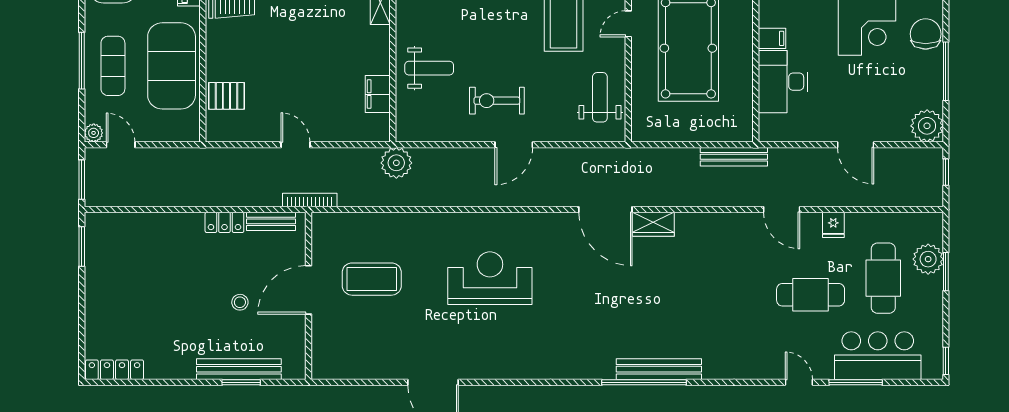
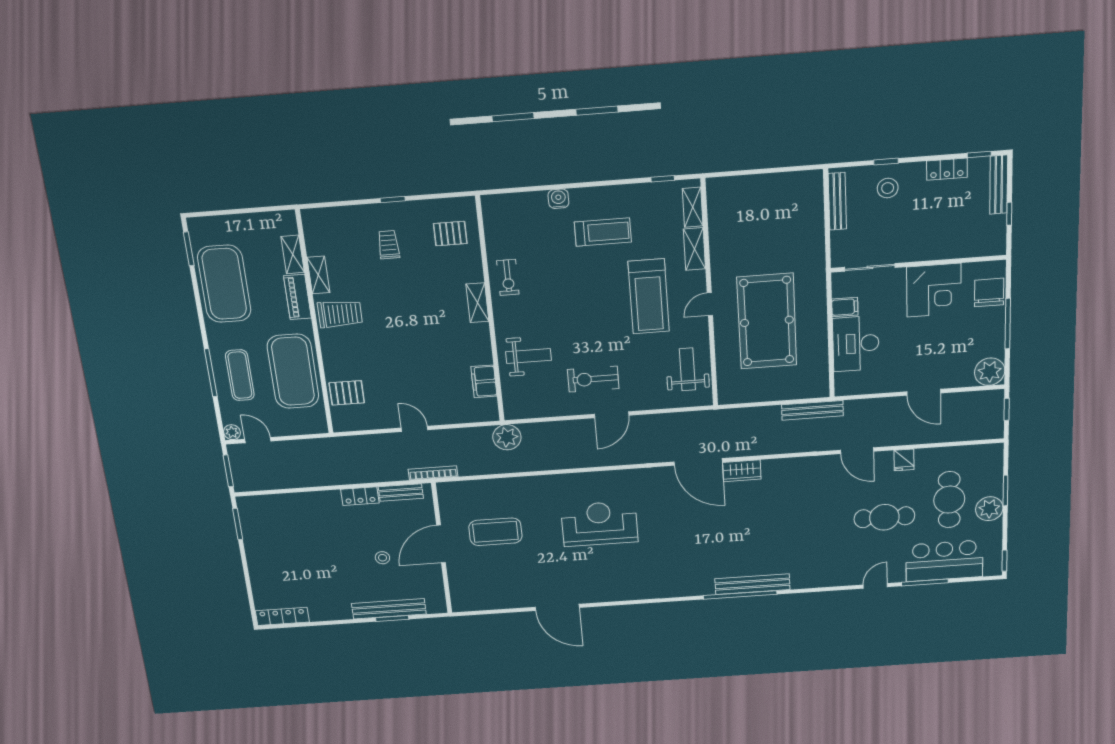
plant: (928, 259) -> (989, 509), moved
door: (799, 382) -> (875, 586), hinge flipped

